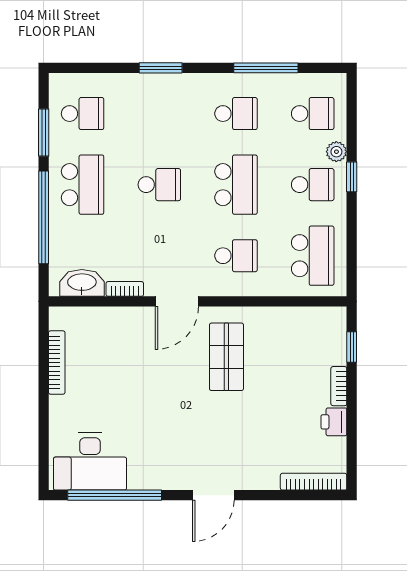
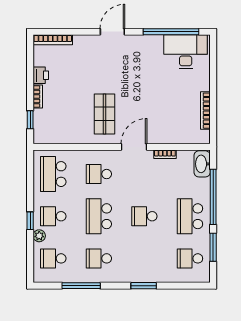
washbasin: (82, 283) -> (202, 164), moved, turned 90

